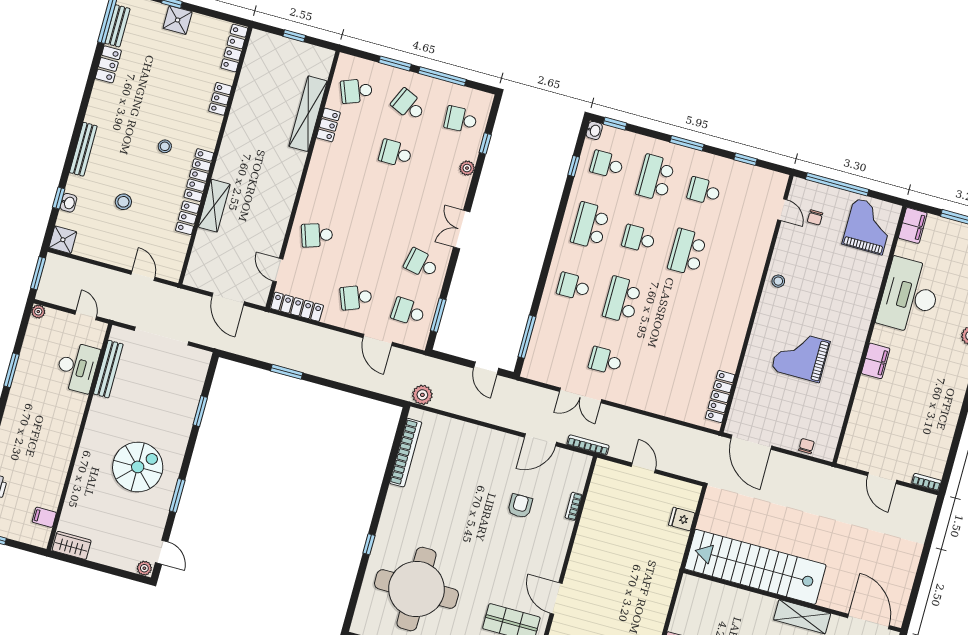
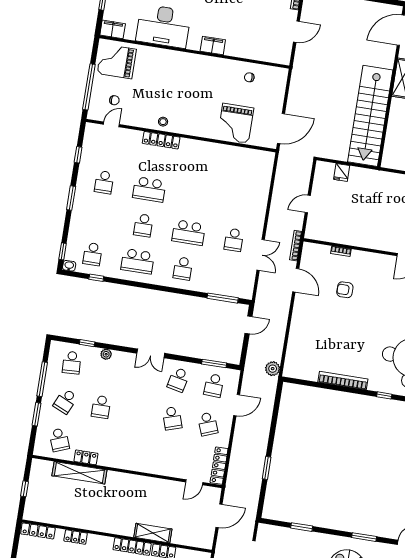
school desk: (655, 178) -> (98, 218), removed
school desk: (317, 235) -> (172, 418), moved
grand piano: (801, 356) -> (235, 123), moved
locker: (720, 396) -> (161, 140), moved
chair: (806, 446) -> (249, 77), moved
bookcase: (406, 453) -> (343, 381), moved

